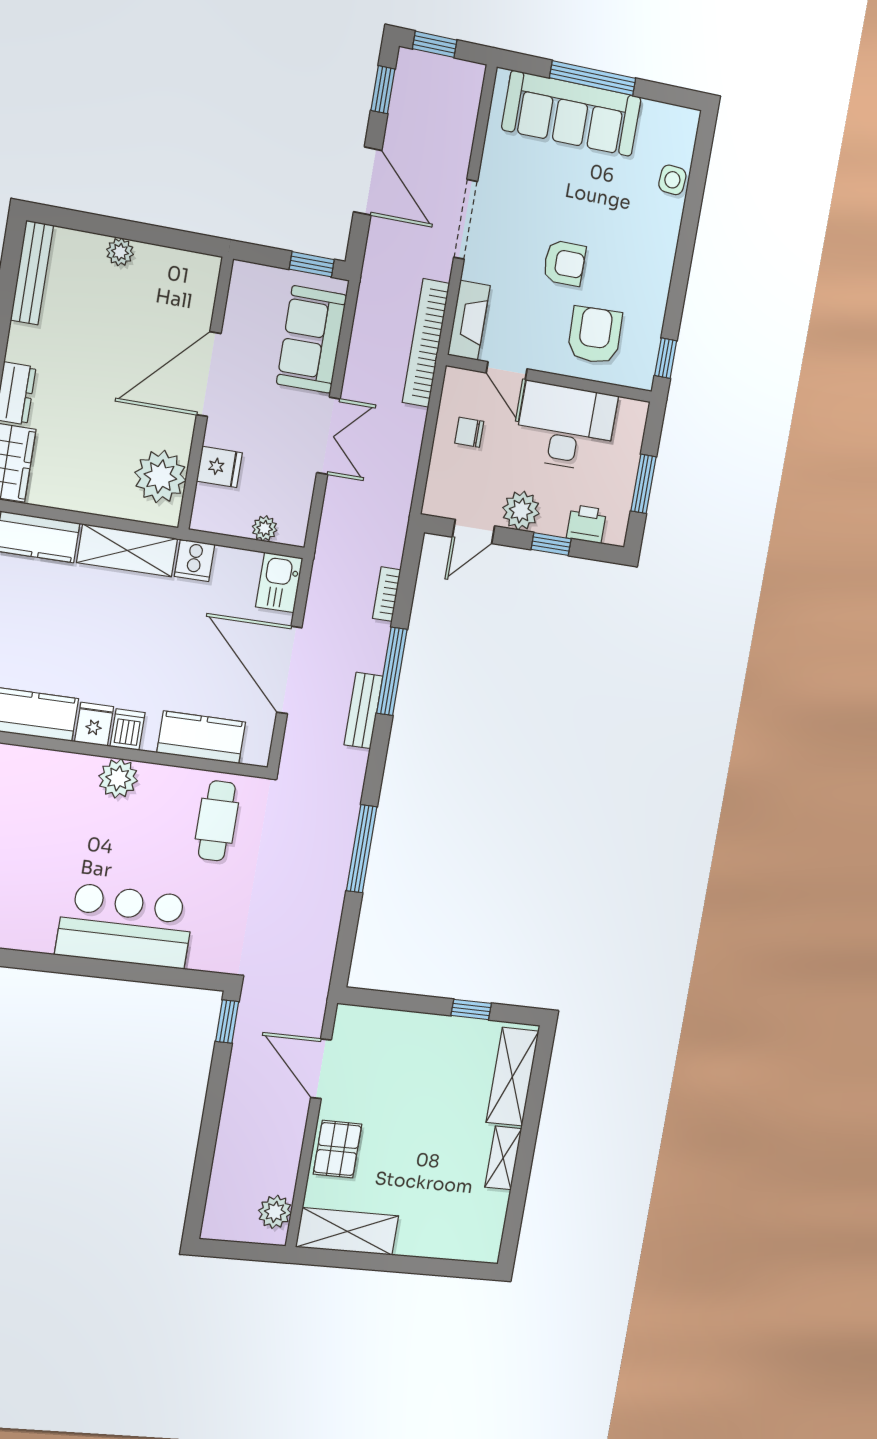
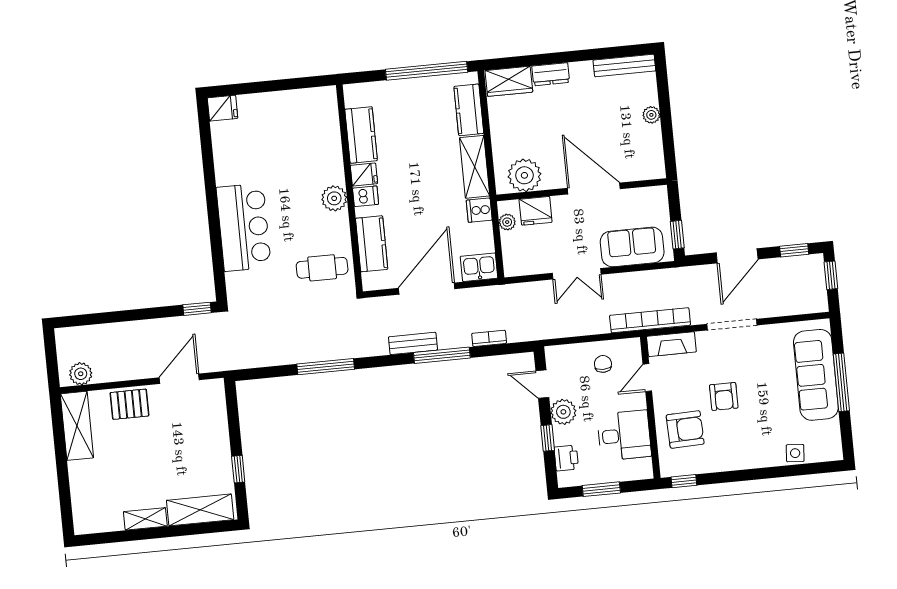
desk: (566, 427) -> (624, 435), width x0.73
fridge: (219, 467) -> (536, 211), width x1.38
plant: (265, 528) -> (507, 222), moved

